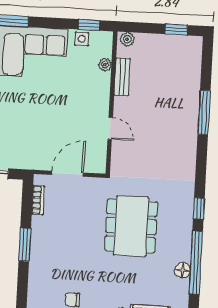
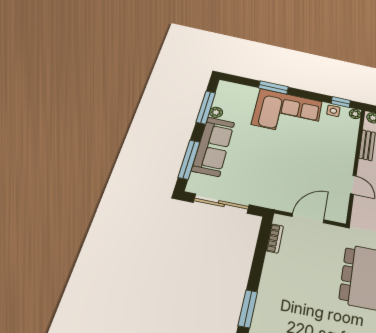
plant: (105, 65) -> (355, 114), moved
window: (25, 245) -> (248, 309), moved

